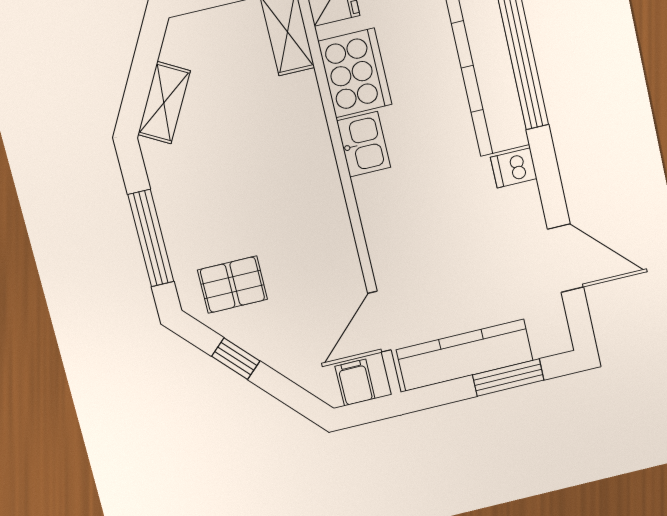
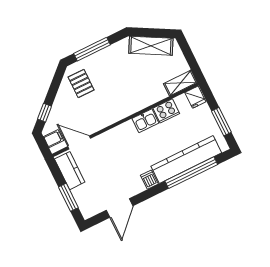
cooker: (355, 73) -> (166, 111), width x0.73, depth x0.76
shelving: (164, 103) -> (151, 46), width x1.50, depth x1.33
kitchen counter: (465, 355) -> (70, 171), width x0.67
window: (236, 359) -> (44, 113), moved

